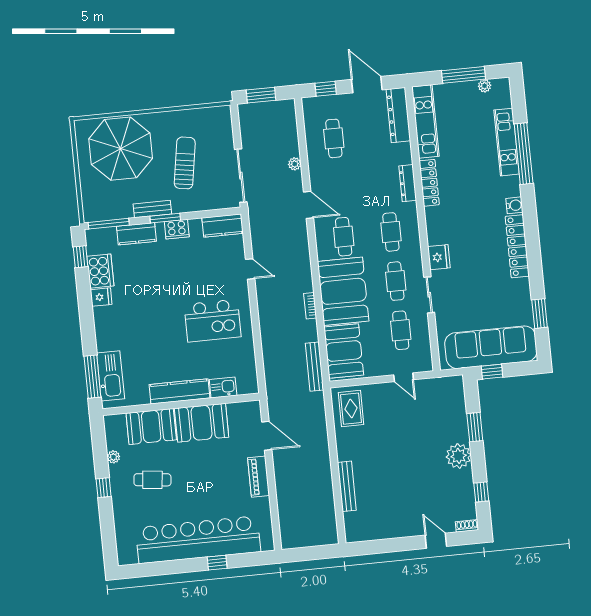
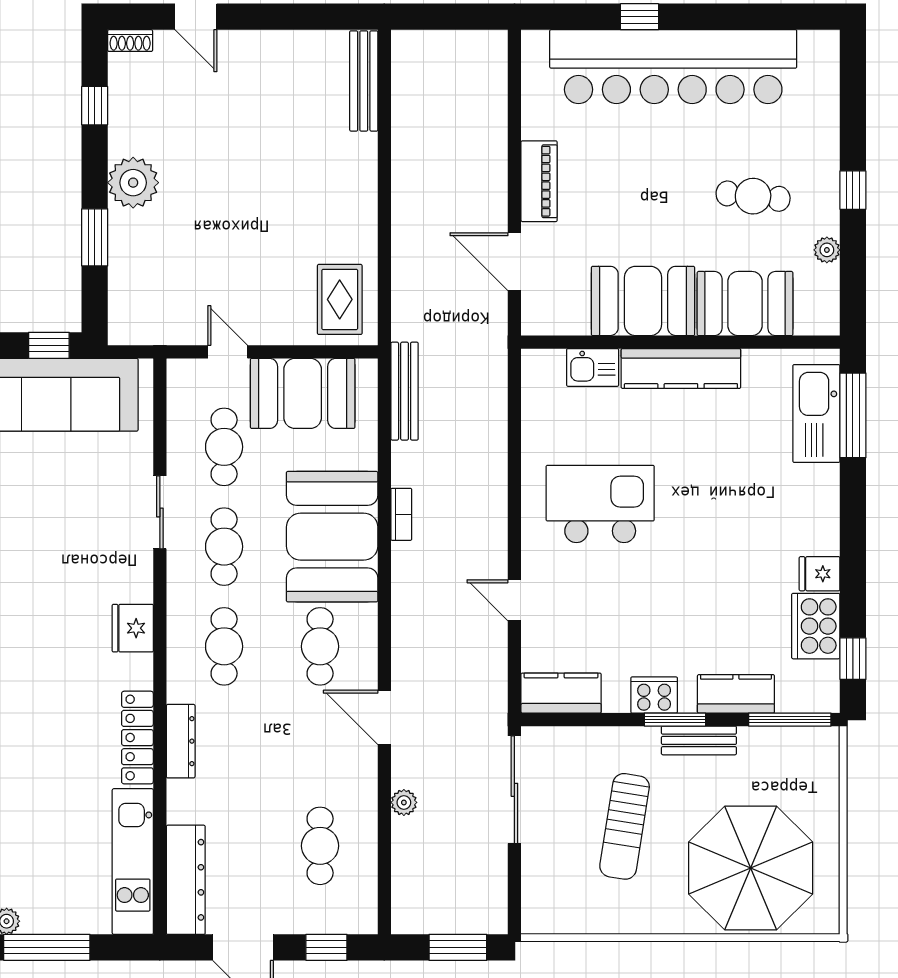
fridge: (439, 257) -> (133, 628), moved
booth: (344, 351) -> (303, 393), moved, turned 90
bench: (347, 486) -> (364, 81), moved

